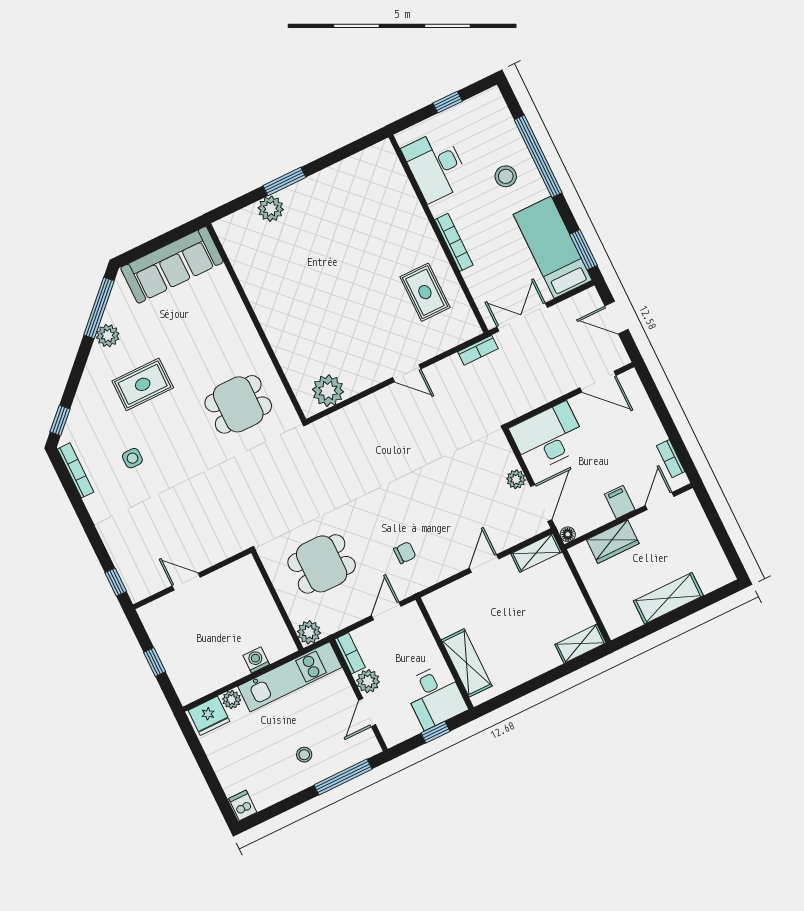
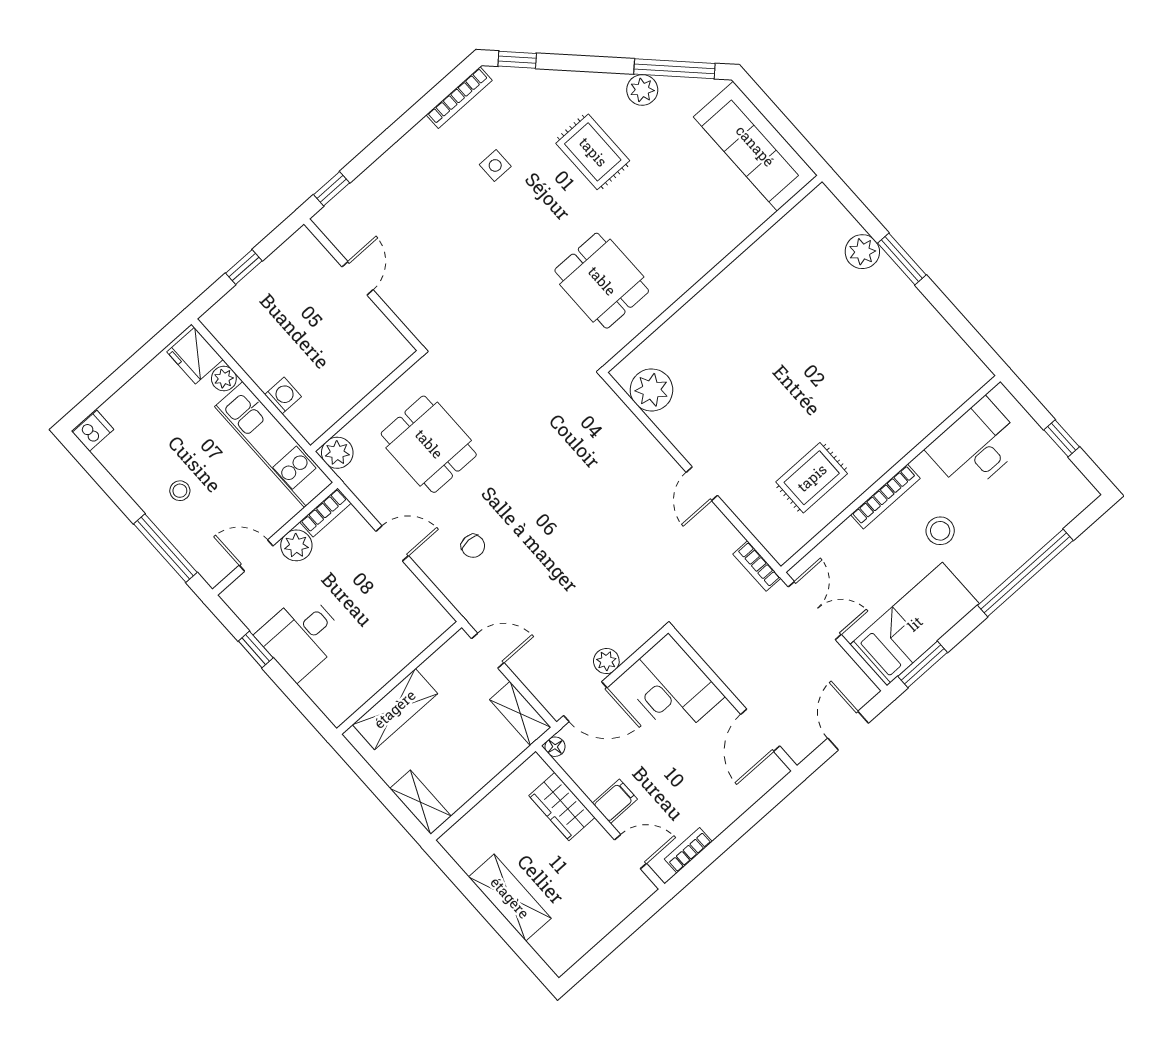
stool: (506, 176) -> (940, 531), moved
wall: (445, 653) -> (399, 678), moved
shelving: (467, 663) -> (395, 709), moved

